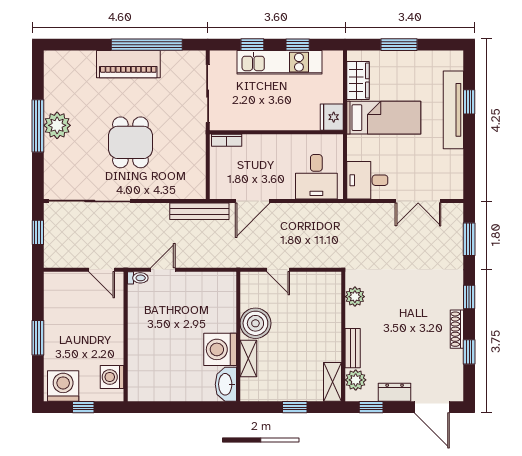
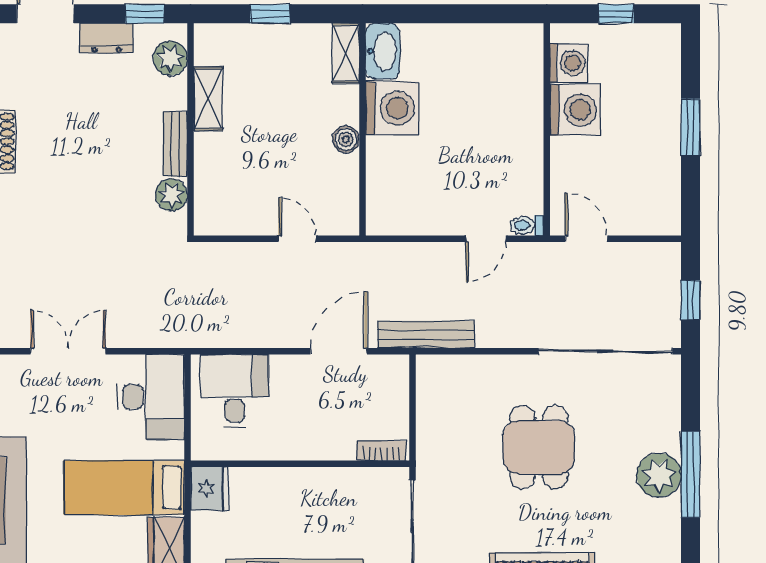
desk: (367, 180) -> (151, 397), width x1.37
boiler: (255, 323) -> (346, 139), width x0.54, depth x0.54
bench: (353, 348) -> (175, 144), moved
shelving: (248, 359) -> (346, 53), moved
shelving: (332, 382) -> (208, 99), moved
washing machine: (63, 386) -> (575, 110), moved, turned -90

